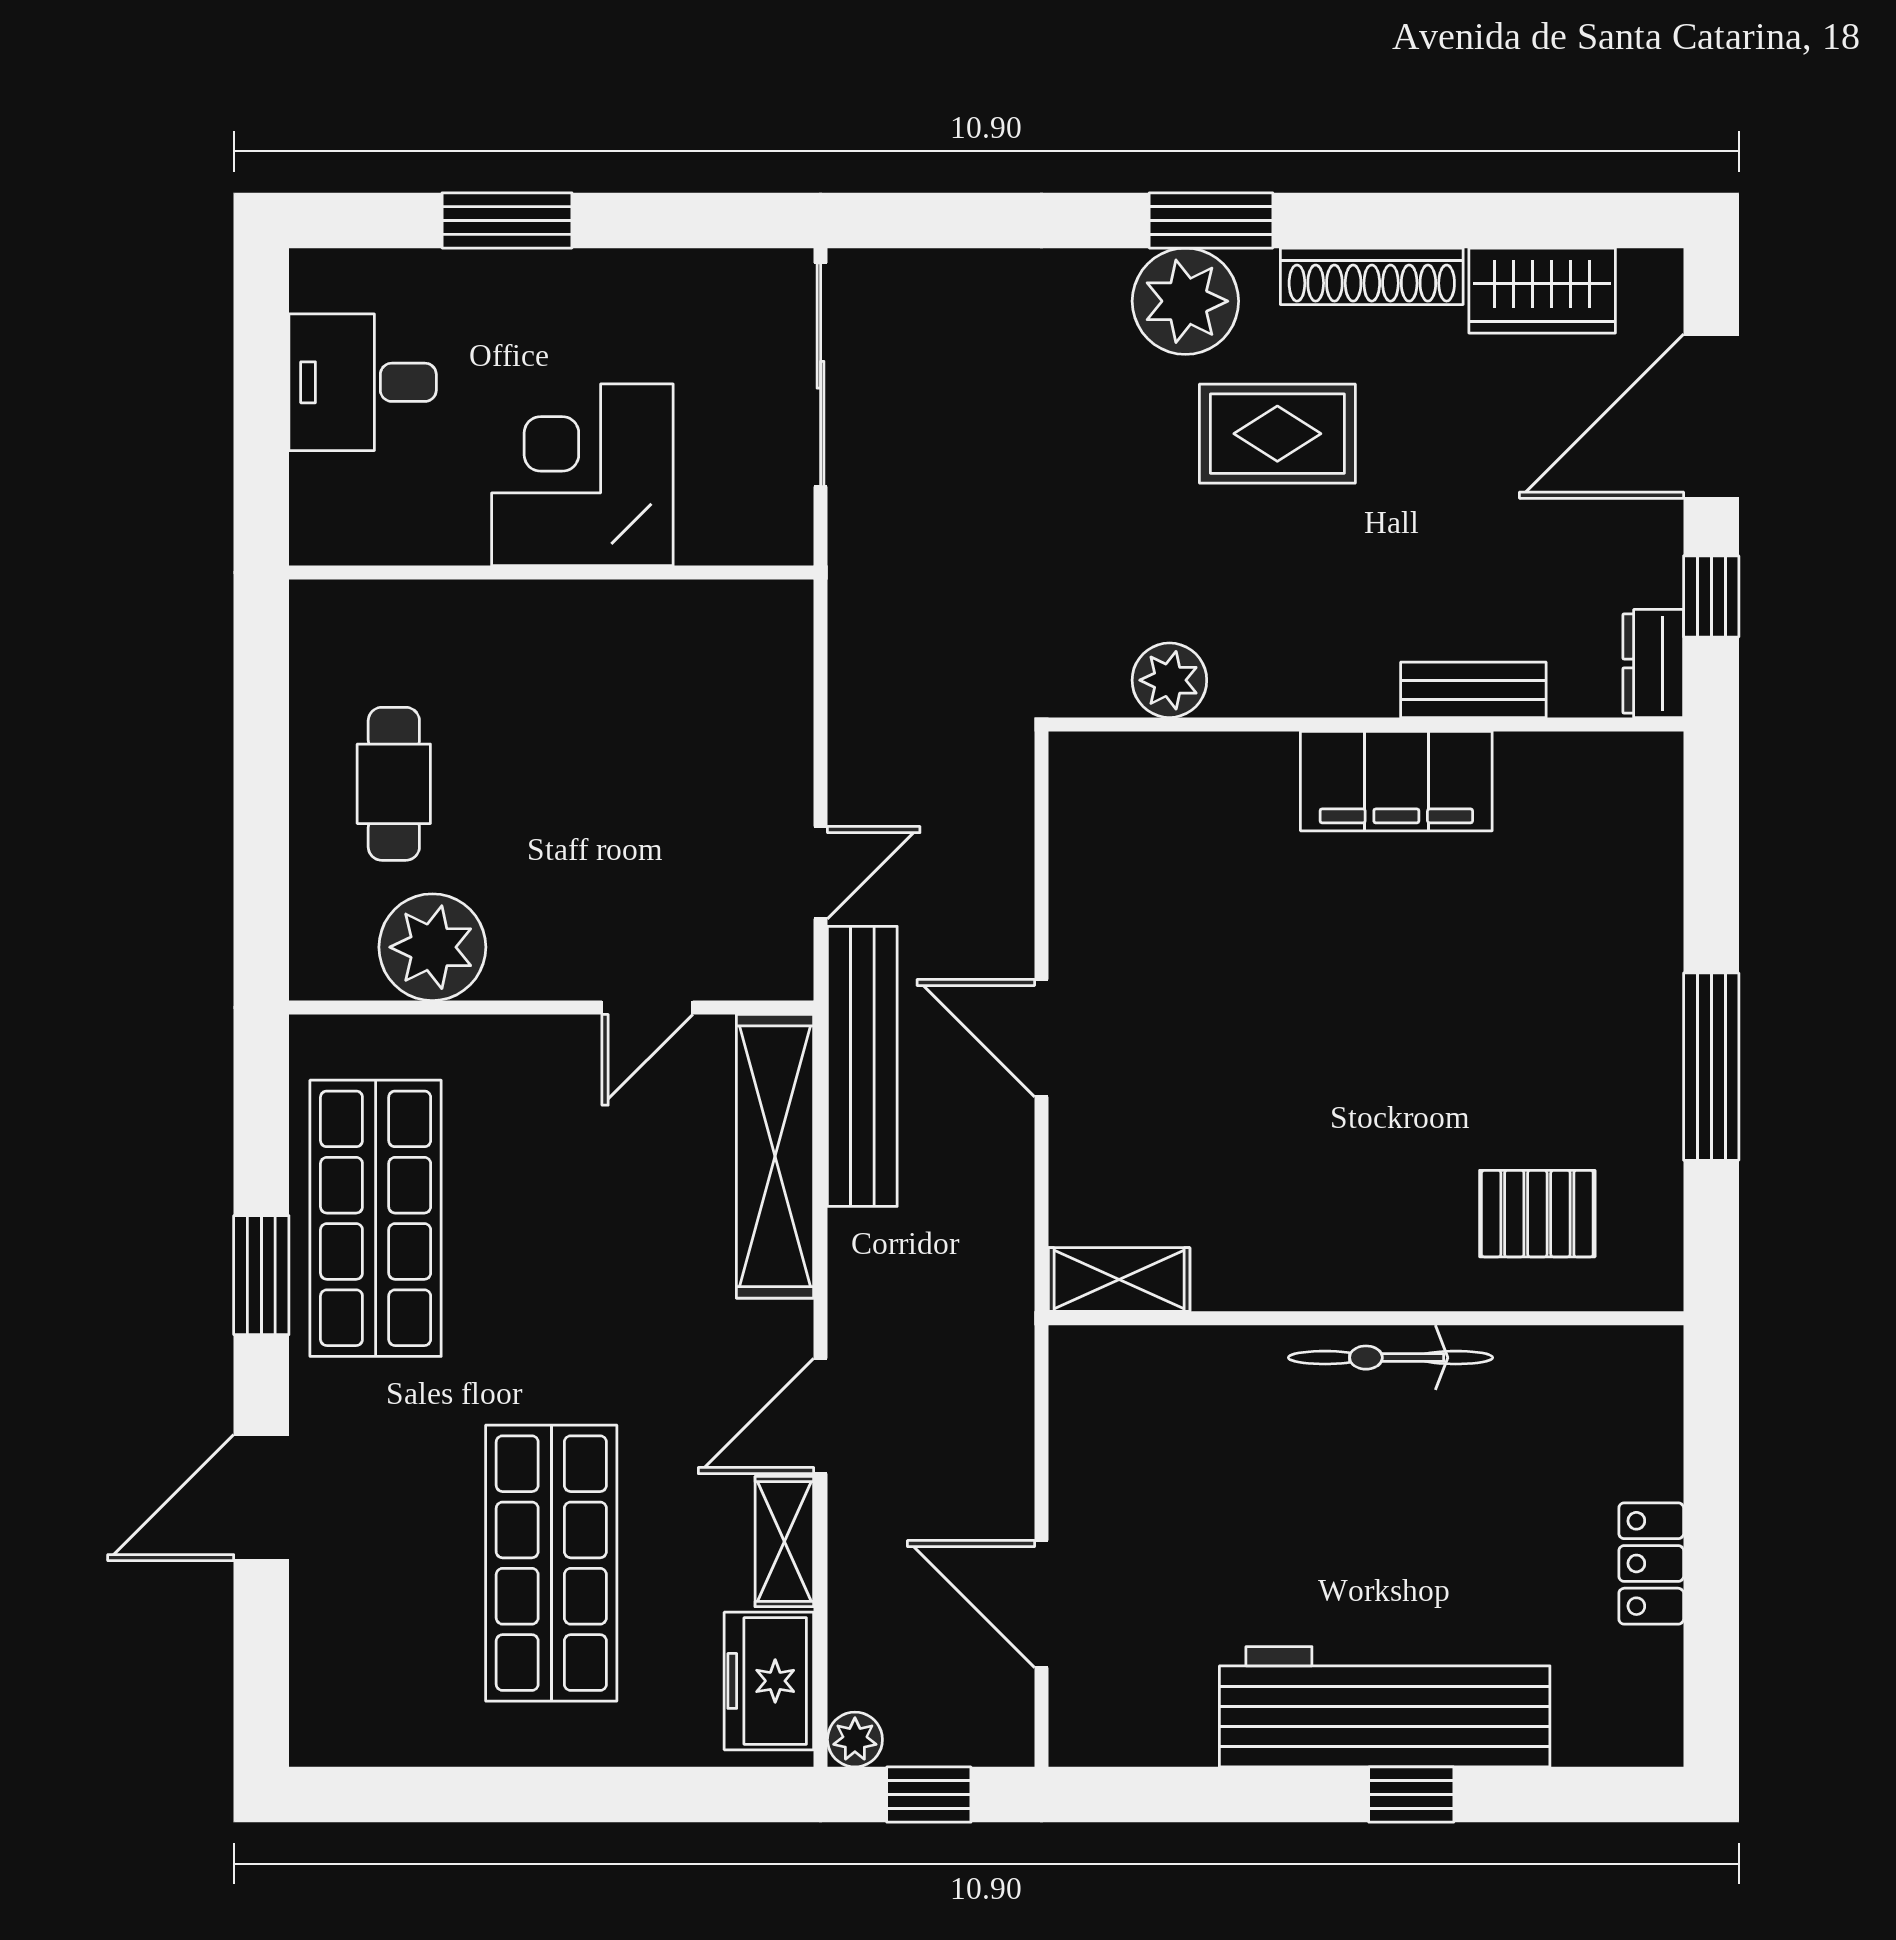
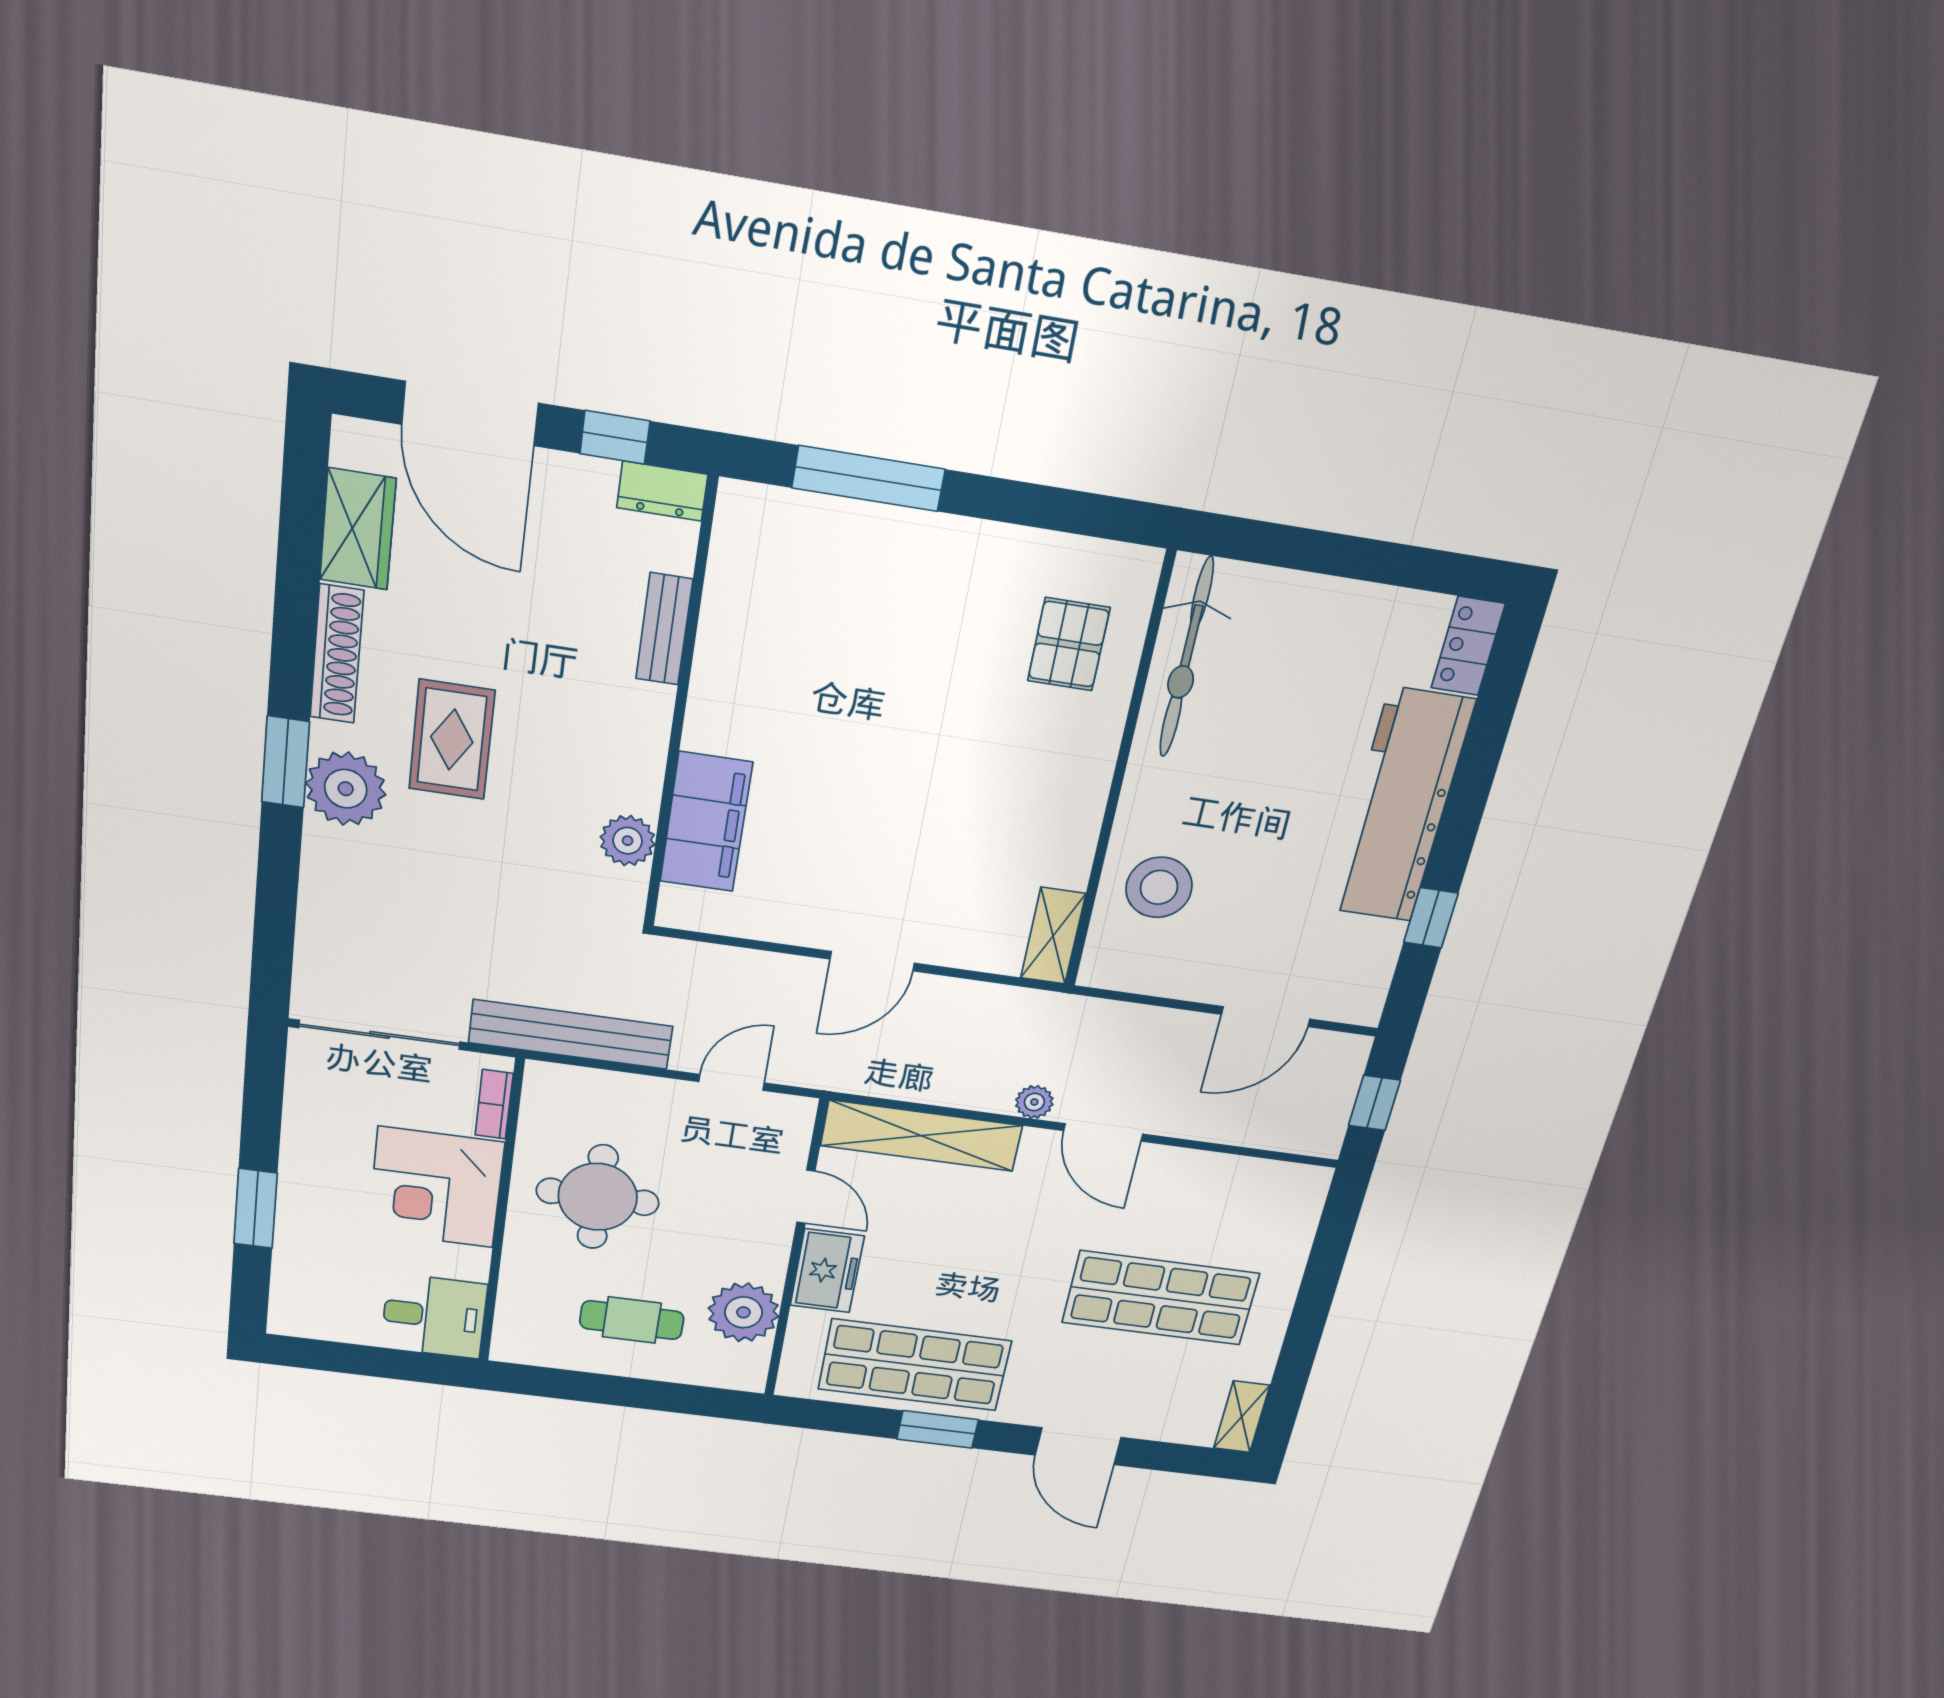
desk: (363, 382) -> (434, 1316), moved, turned -90
bookcase: (733, 544) -> (494, 1104), added
round table: (601, 708) -> (598, 1197), added
filing cabinet: (1396, 781) -> (706, 822), moved
door: (821, 873) -> (732, 1082), hinge flipped
bench: (862, 1066) -> (571, 1034), moved
window: (1711, 1067) -> (868, 479), moved
bicycle: (1390, 1358) -> (1186, 658), moved, width x1.37, depth x1.40
stool: (1214, 1409) -> (1159, 887), added
shelving: (784, 1542) -> (1242, 1417), moved, turned 90
locker: (1651, 1563) -> (1468, 646), moved, turned 90
freezer: (769, 1681) -> (827, 1271), moved, turned -90
plant: (855, 1740) -> (1034, 1102), moved
window: (1411, 1795) -> (1431, 918), moved

